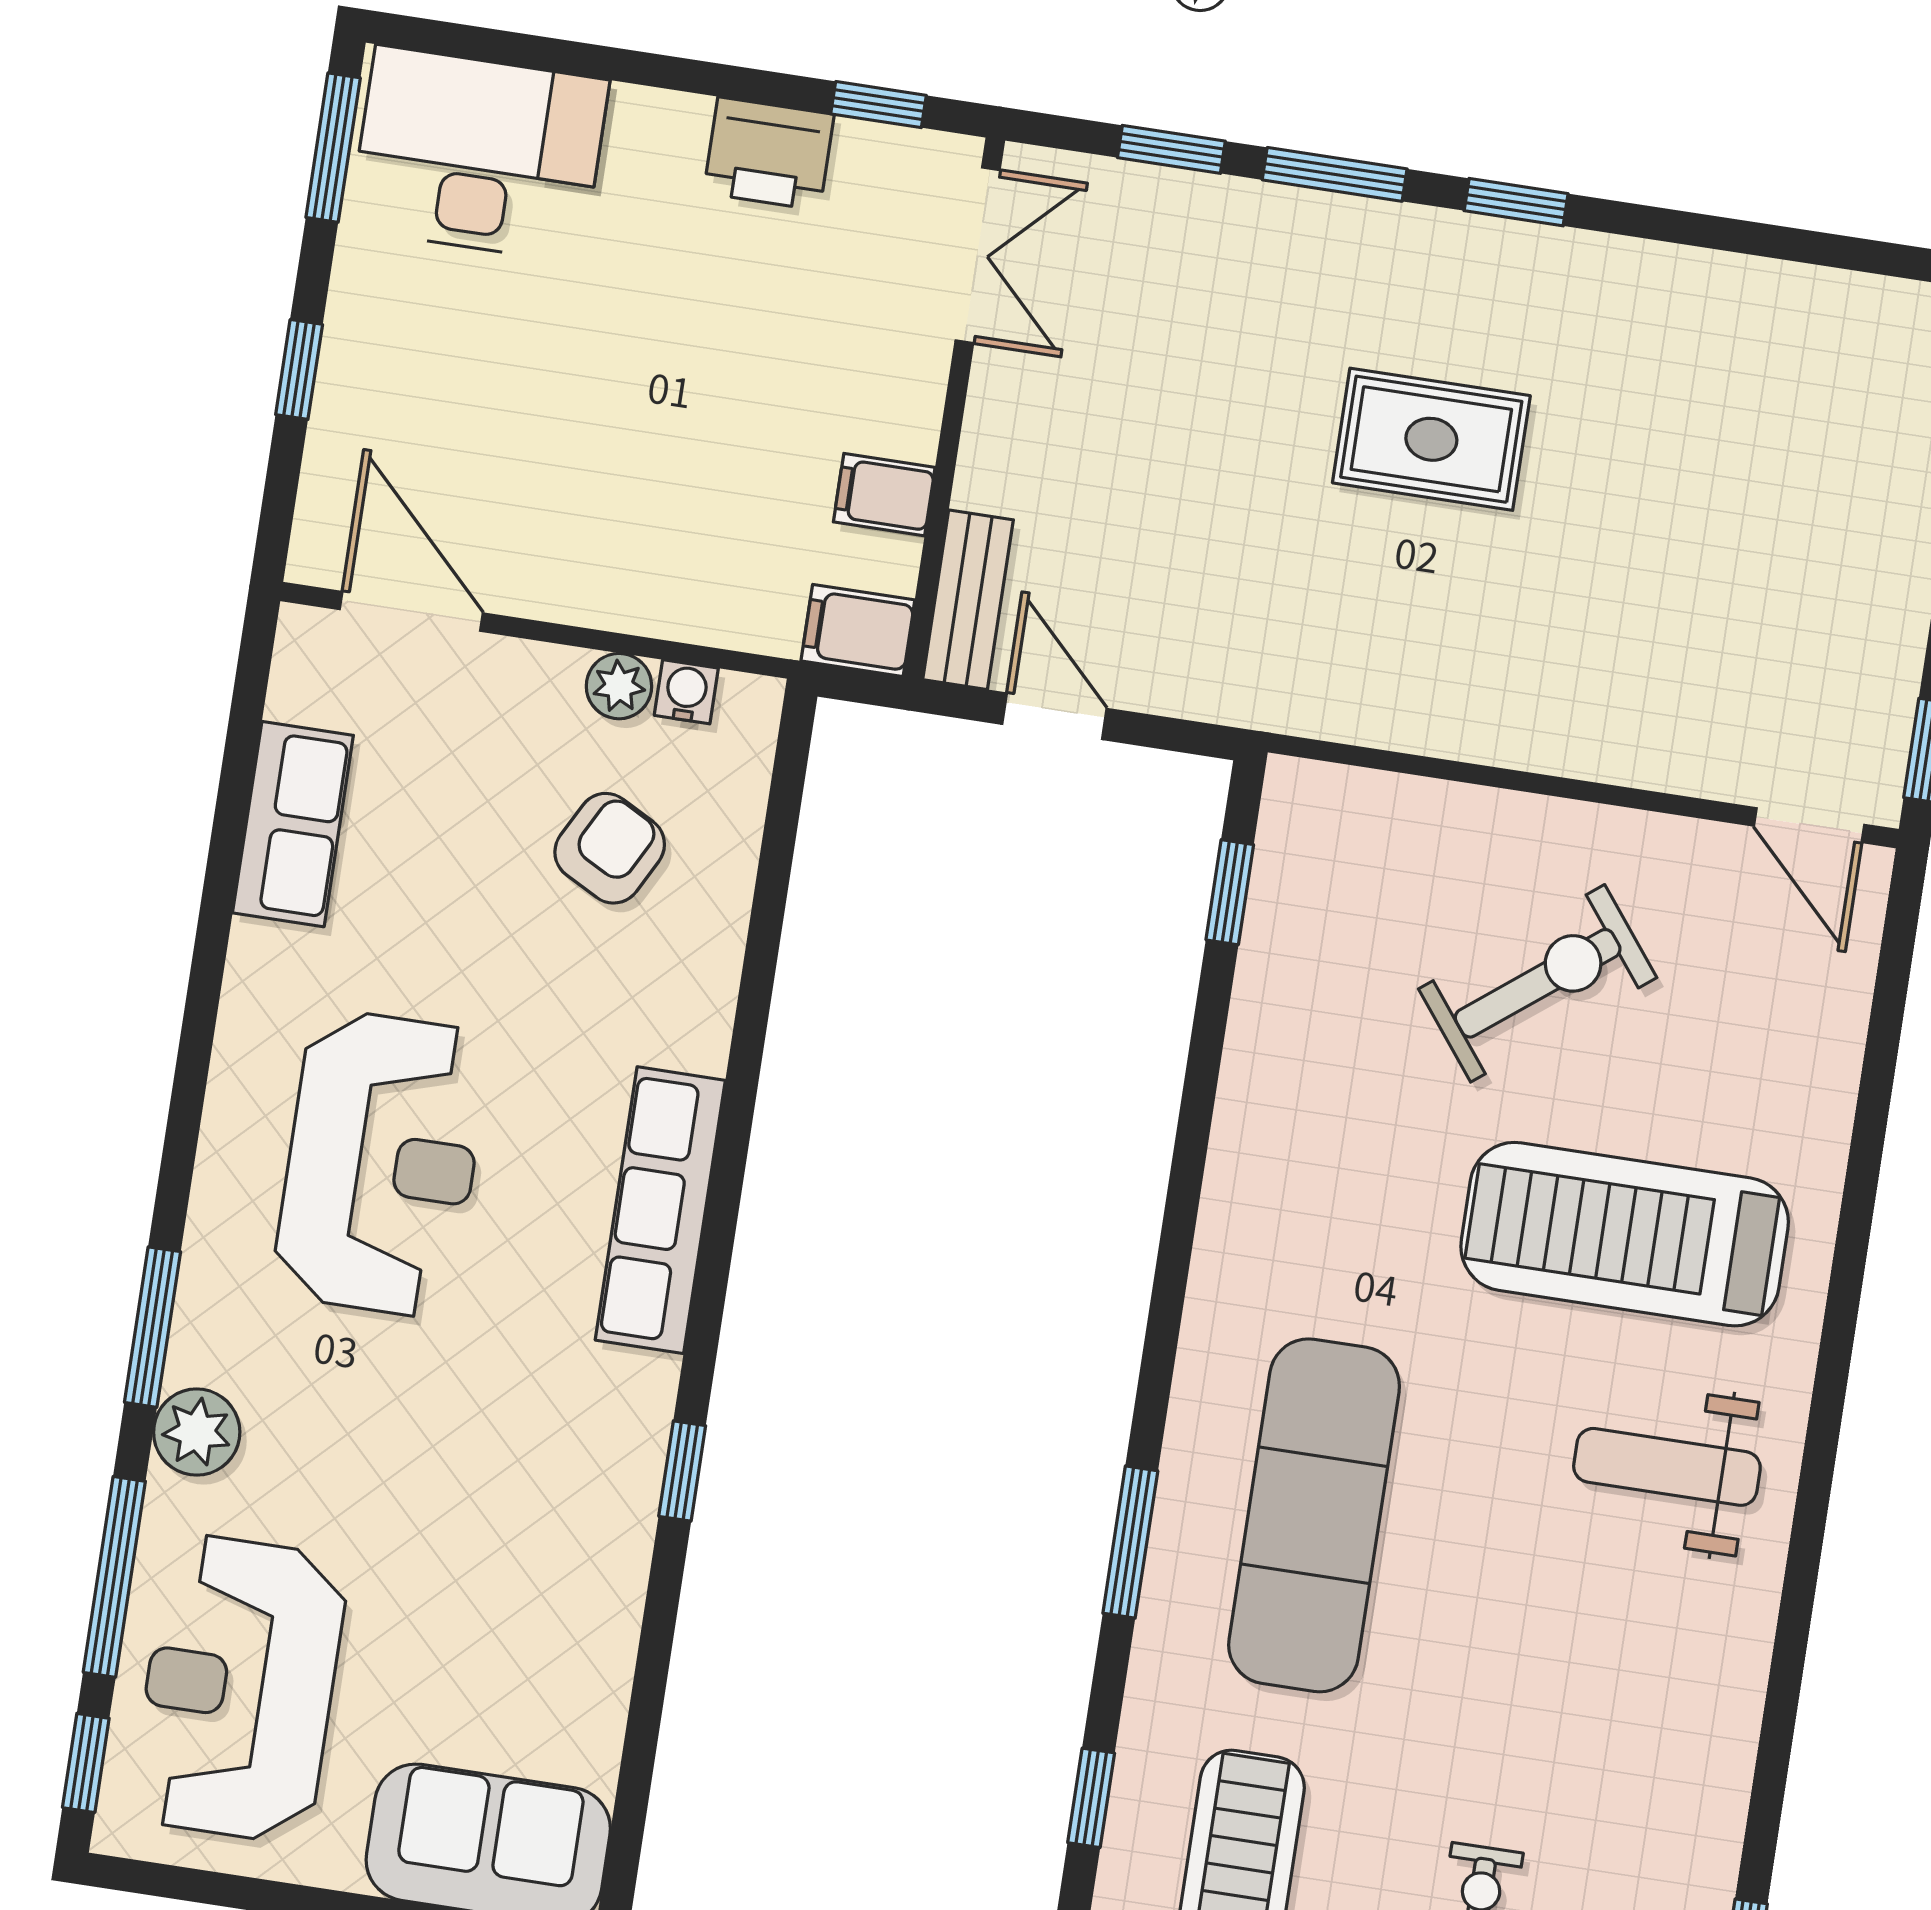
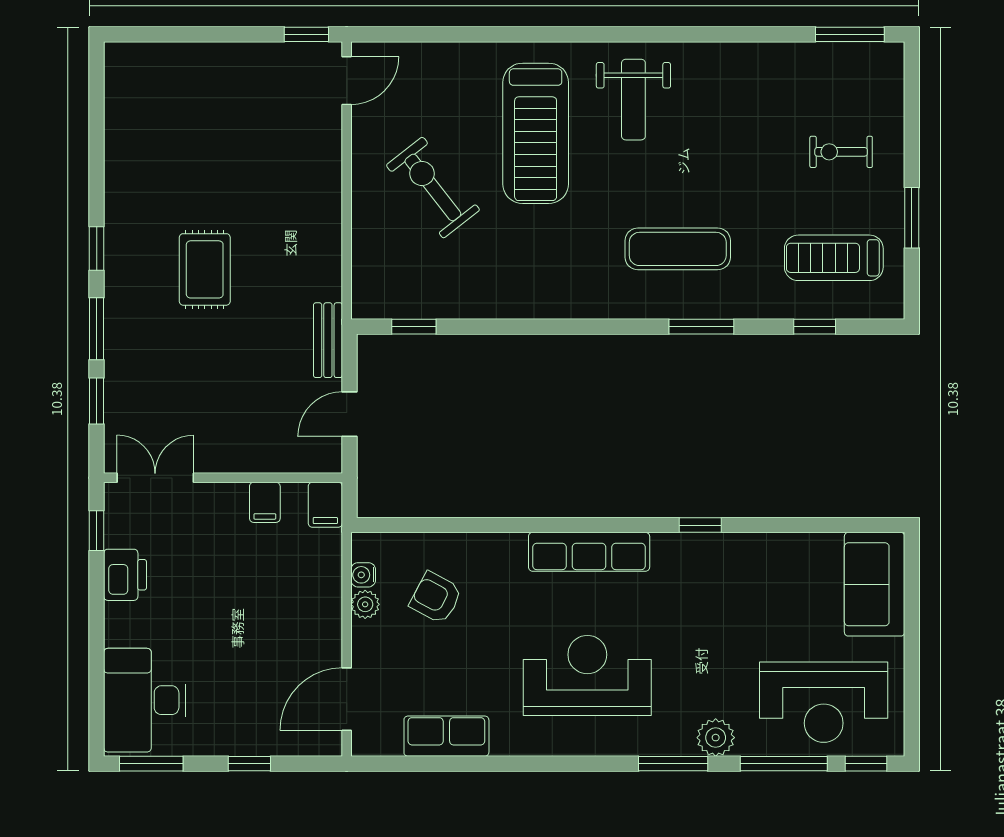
bench: (968, 600) -> (328, 340), moved, turned 90
exercise mat: (1314, 1515) -> (678, 249), width x0.73, depth x0.69

